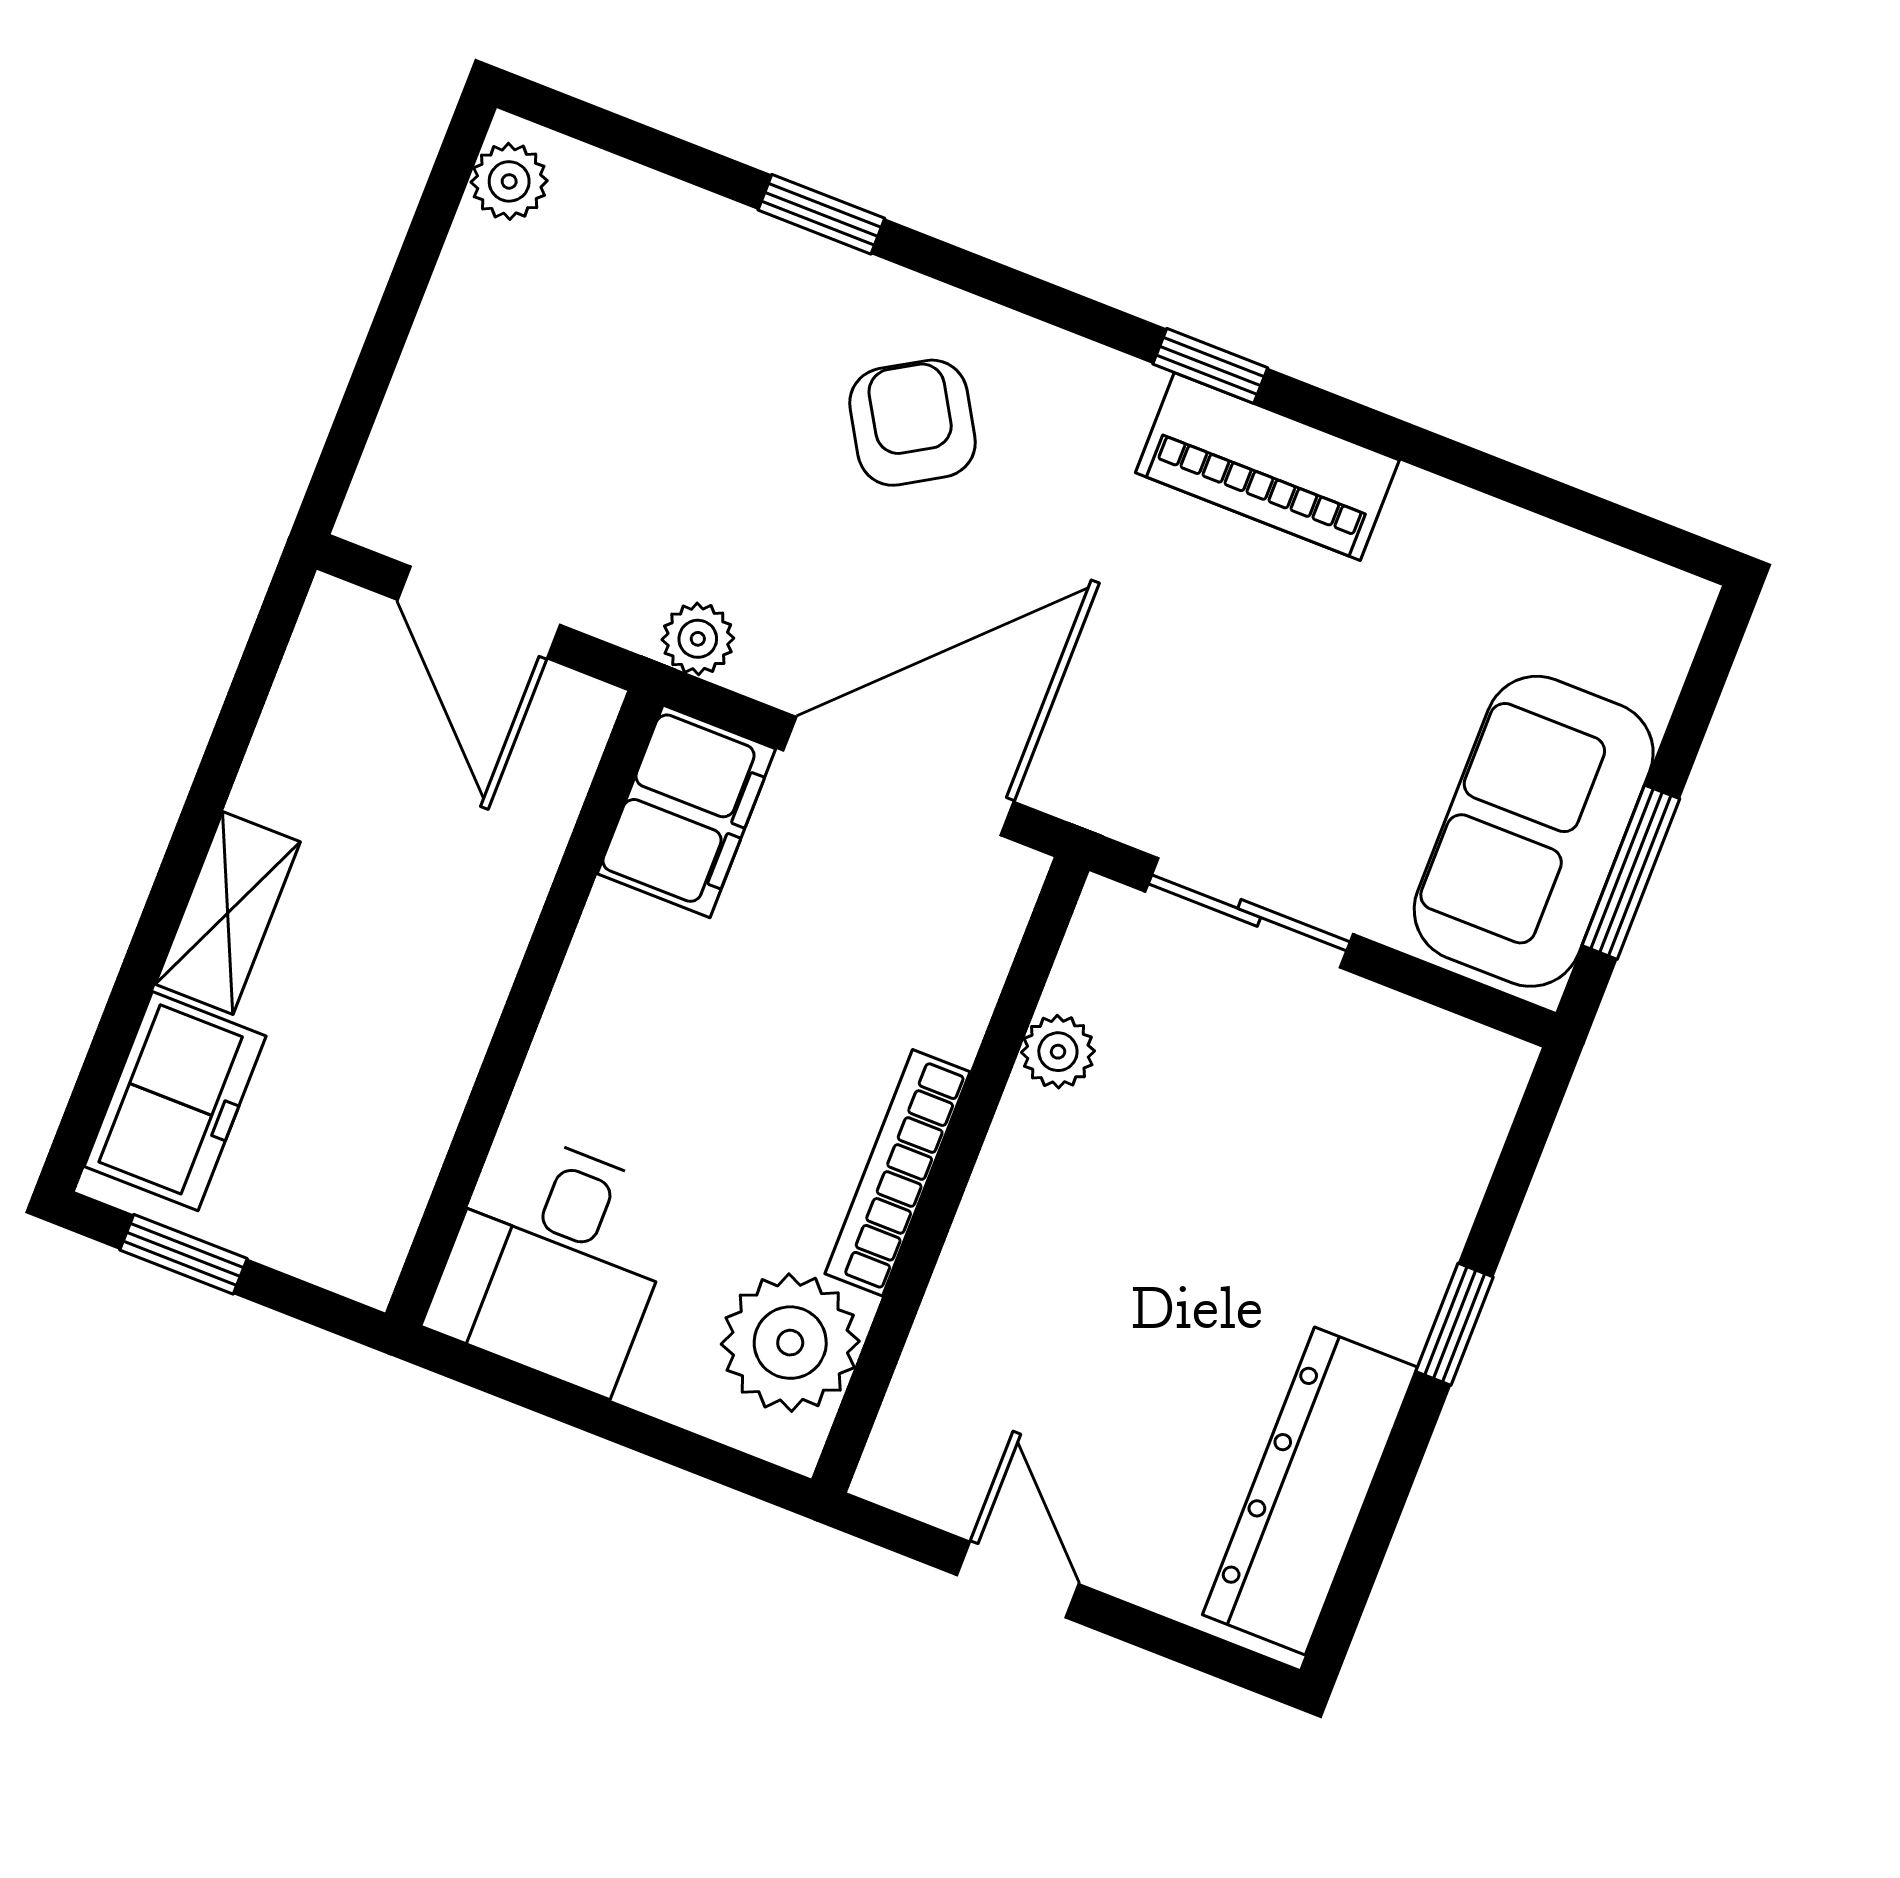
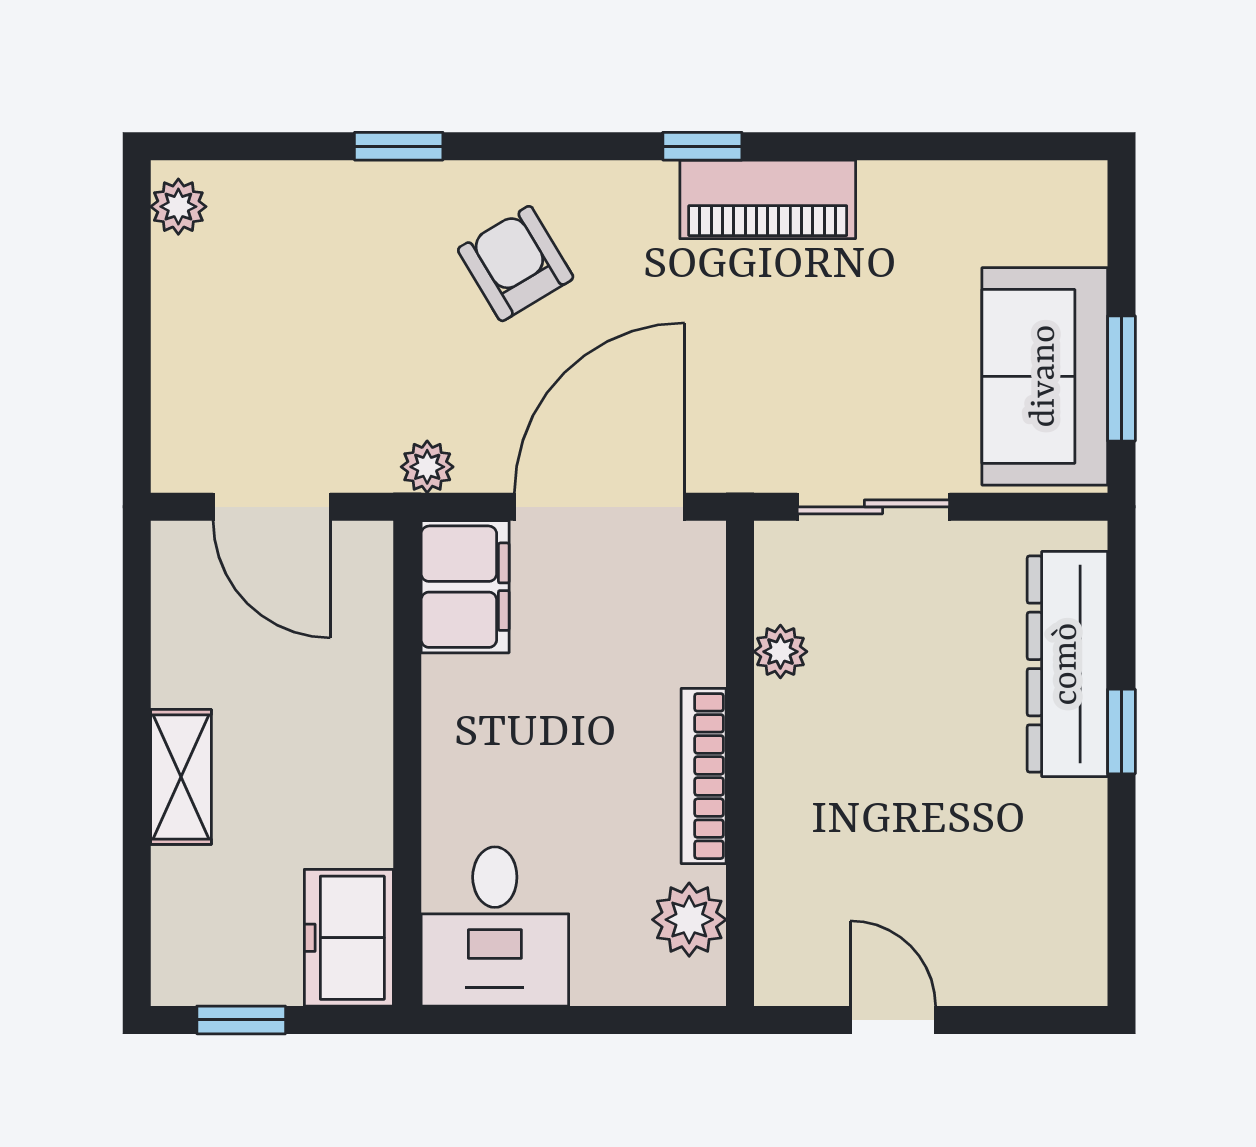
freezer: (175, 1101) -> (349, 938), moved, turned 180
plant: (790, 1343) -> (689, 920), width x0.73, depth x0.73
dresser: (1310, 1491) -> (1067, 664), moved

